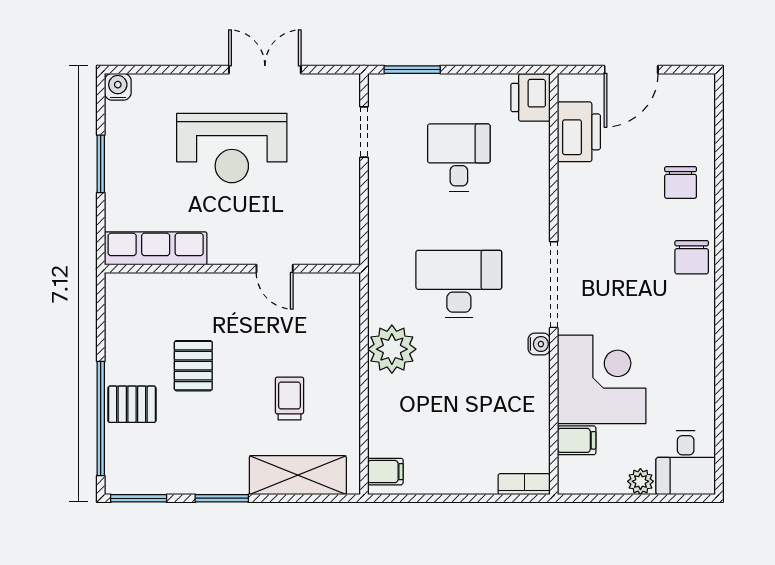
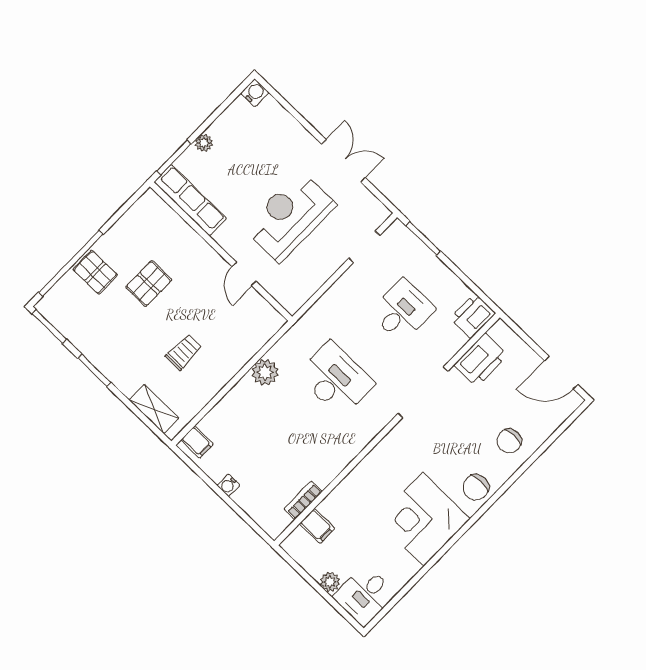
door: (631, 70) -> (561, 373), moved
reception desk: (232, 148) -> (290, 216), moved, turned 90
window: (101, 164) -> (174, 157), moved
plant: (116, 181) -> (204, 143), added
doorway: (554, 285) -> (423, 392), moved
water cooler: (539, 344) -> (228, 485), moved, turned 90
plant: (392, 349) -> (265, 372), width x0.73, depth x0.73
corner desk: (602, 379) -> (423, 519), moved, turned 180
shelving: (298, 475) -> (154, 409), width x0.67, depth x0.75
bookcase: (524, 484) -> (303, 500), moved, turned -90

